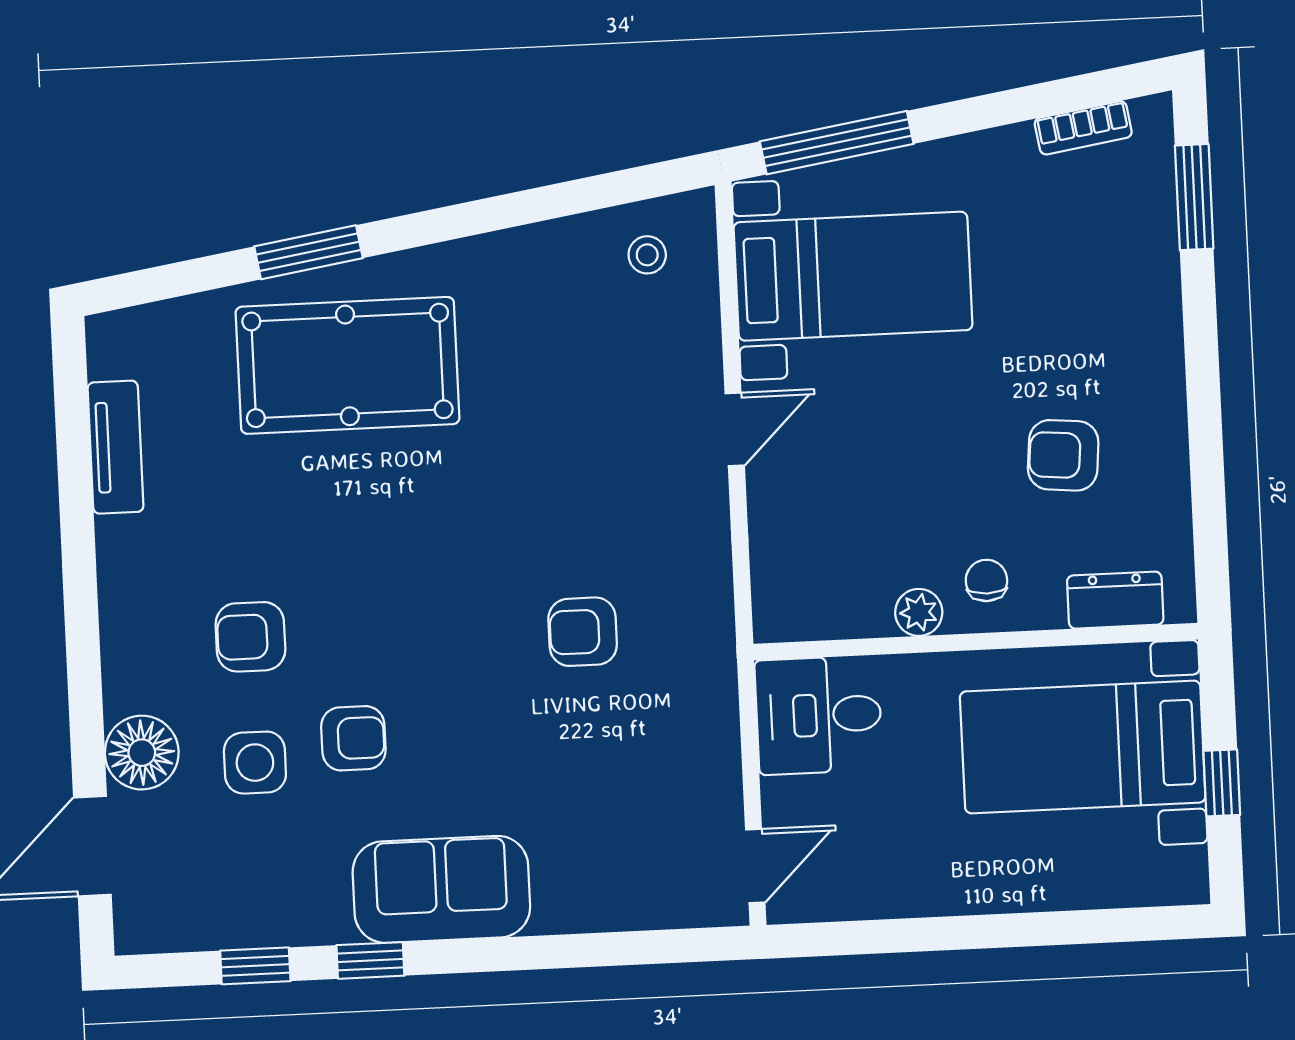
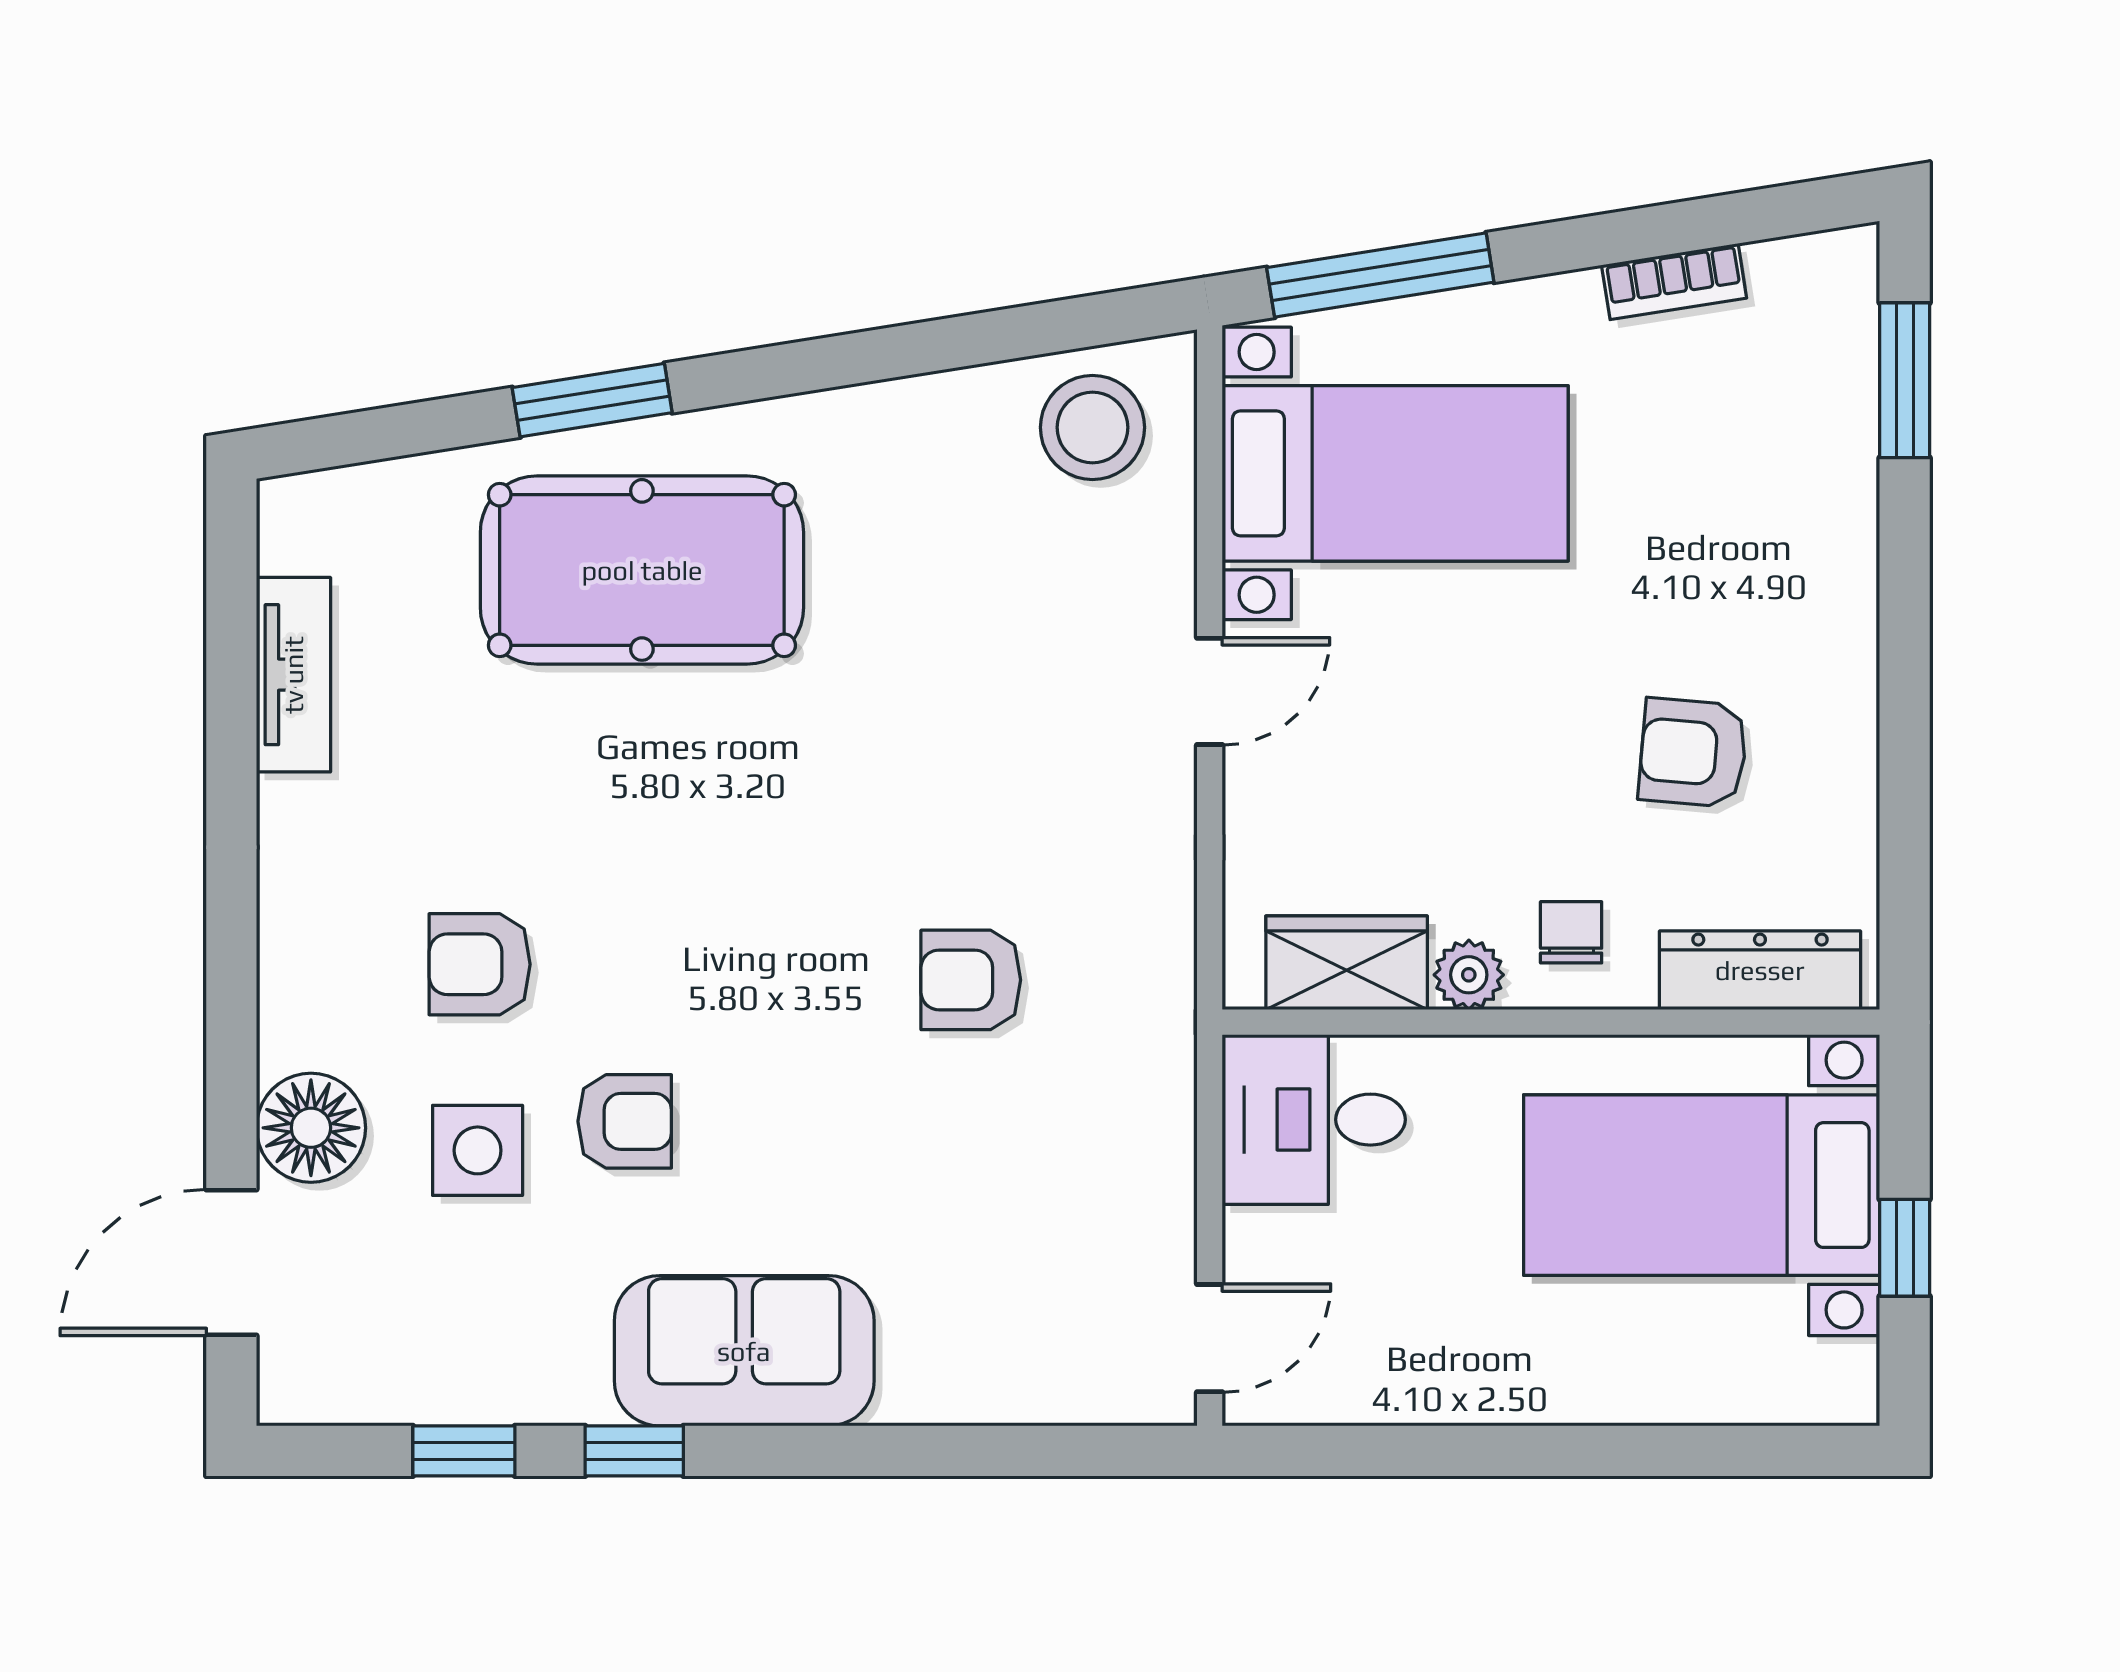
bookcase: (1083, 128) -> (1674, 282), moved
stool: (647, 255) -> (1092, 427), width x1.89, depth x1.89
dresser: (1115, 600) -> (1760, 970), width x1.44
wardrobe: (836, 608) -> (1347, 963), added

